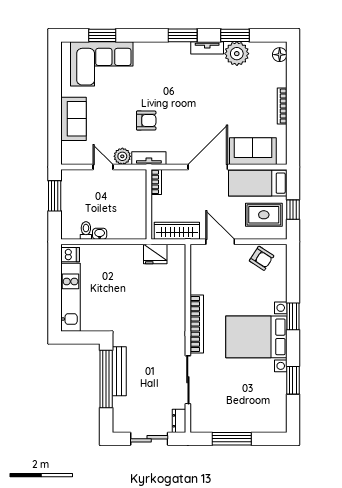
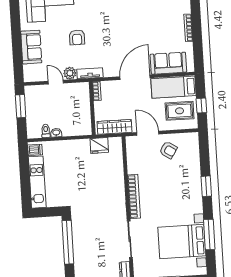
armchair: (146, 121) -> (77, 37), moved, turned 90
armchair: (262, 258) -> (168, 150), moved
bed with nightstands: (256, 337) -> (182, 241), moved
bench: (119, 371) -> (77, 236), removed
window: (293, 380) -> (209, 234), width x1.44

